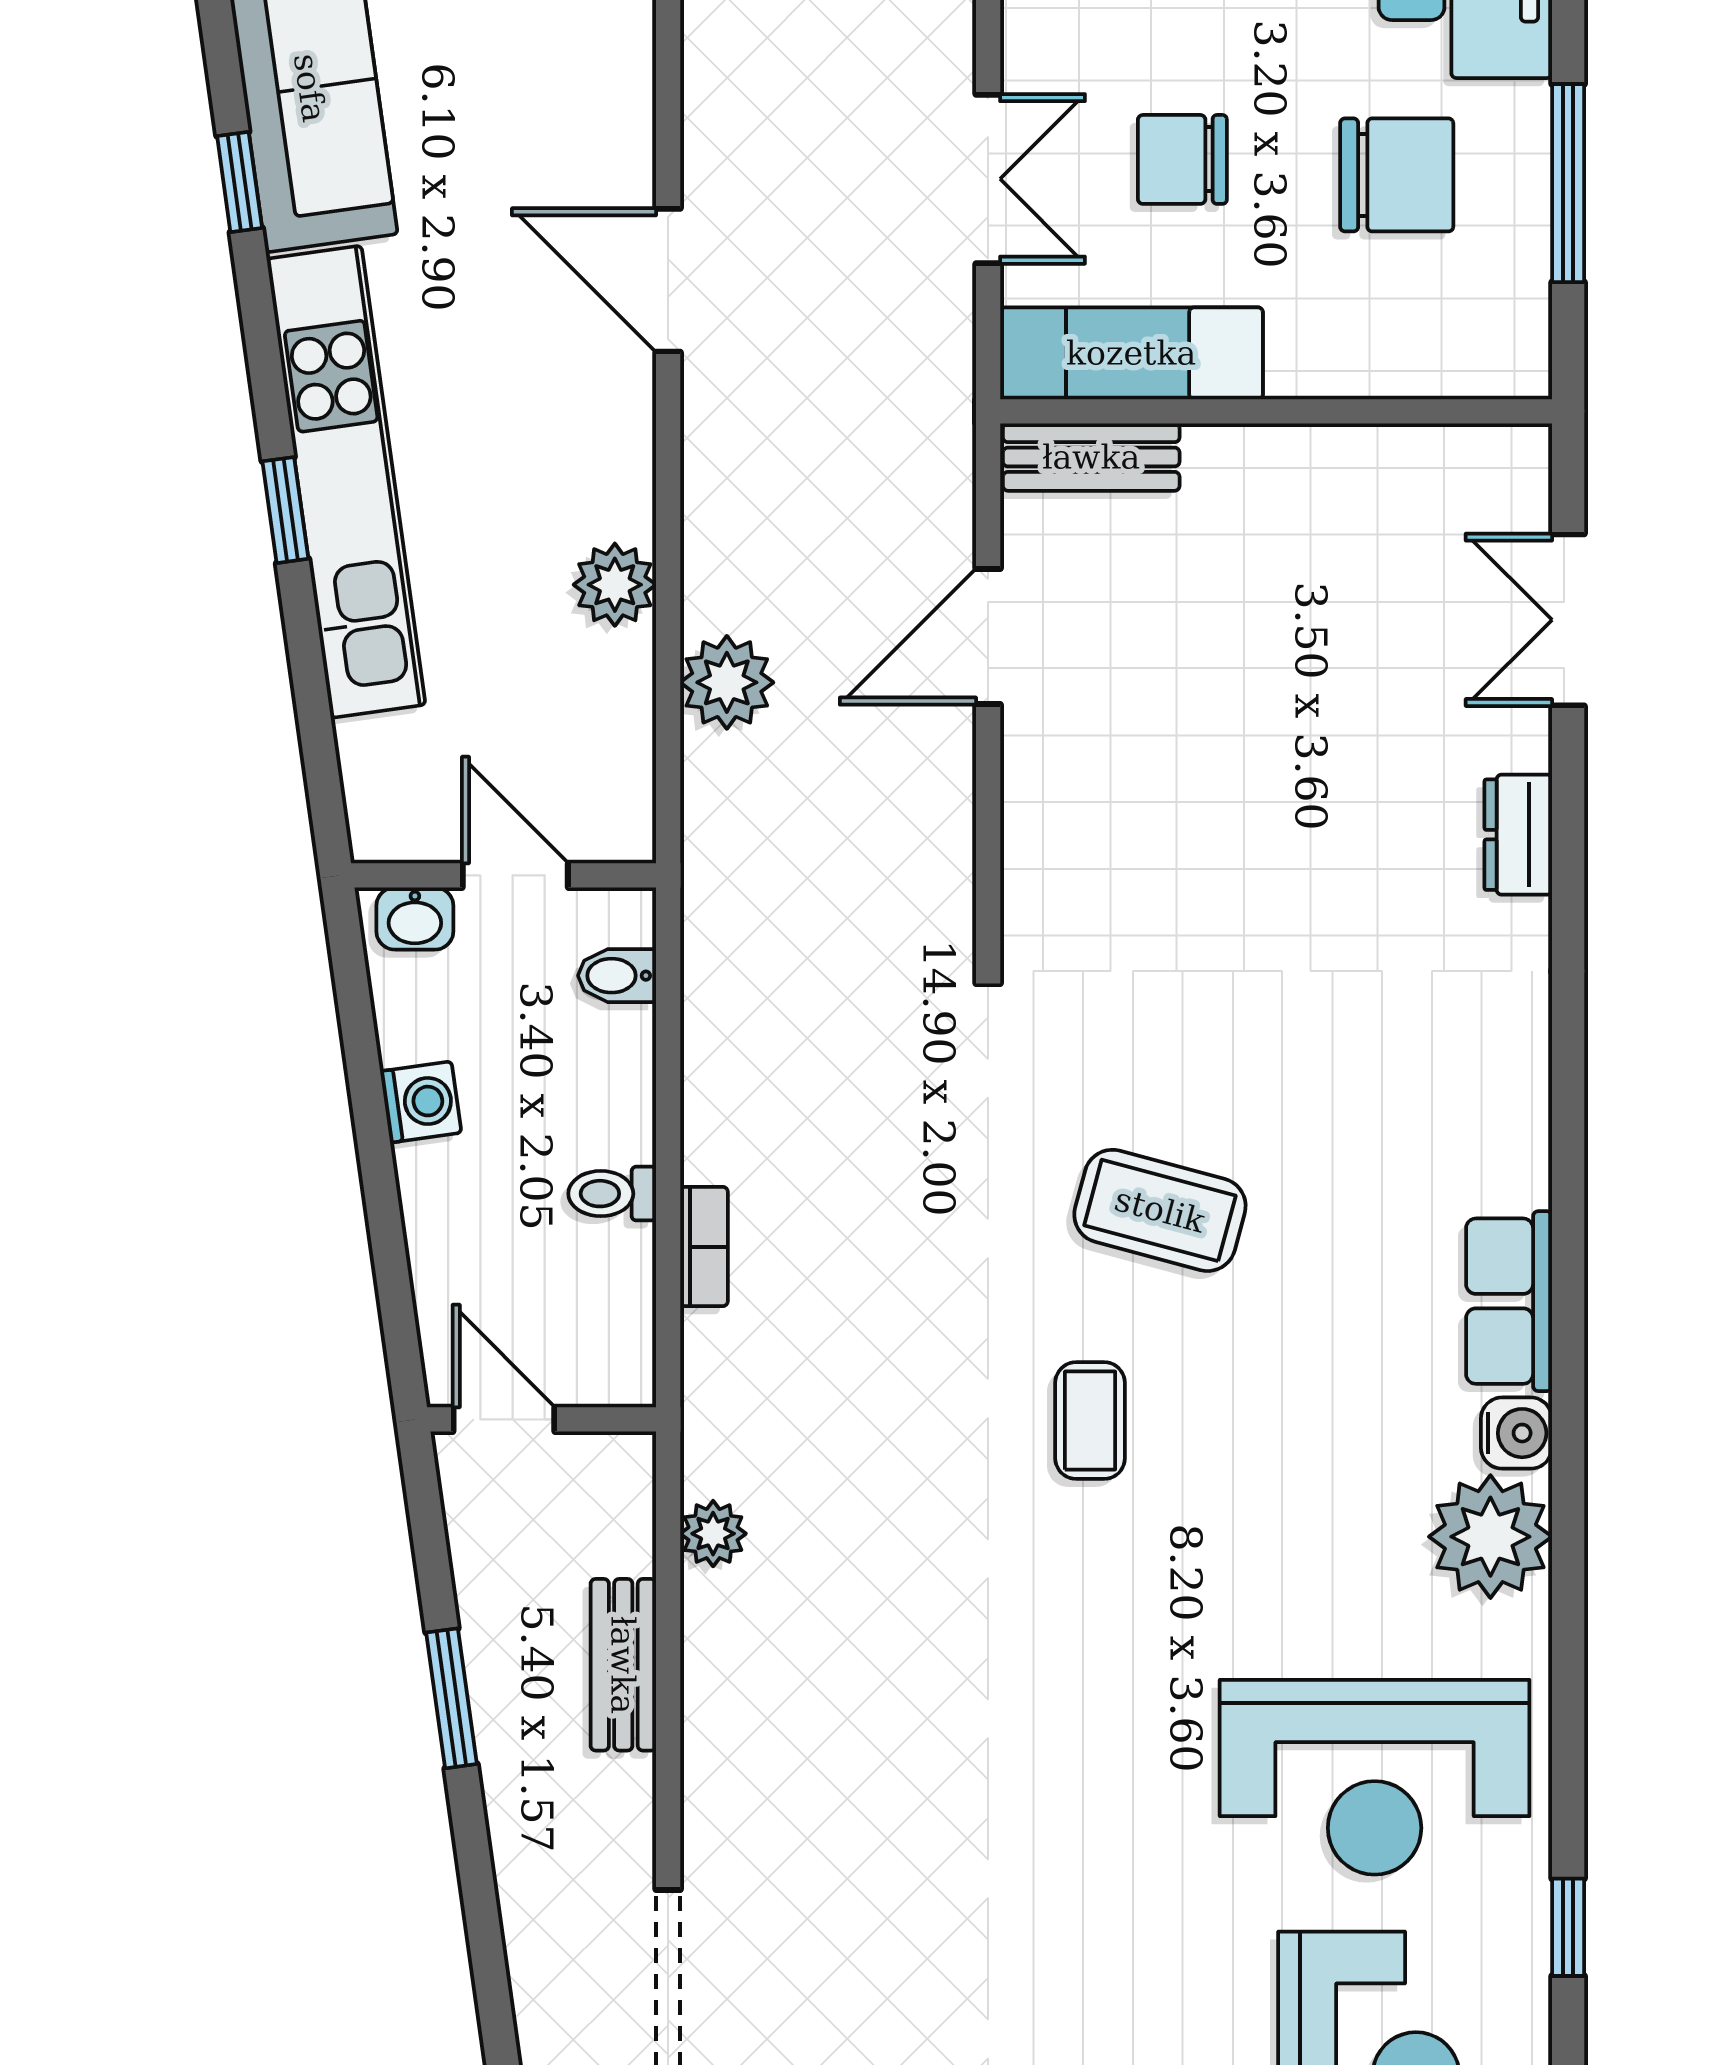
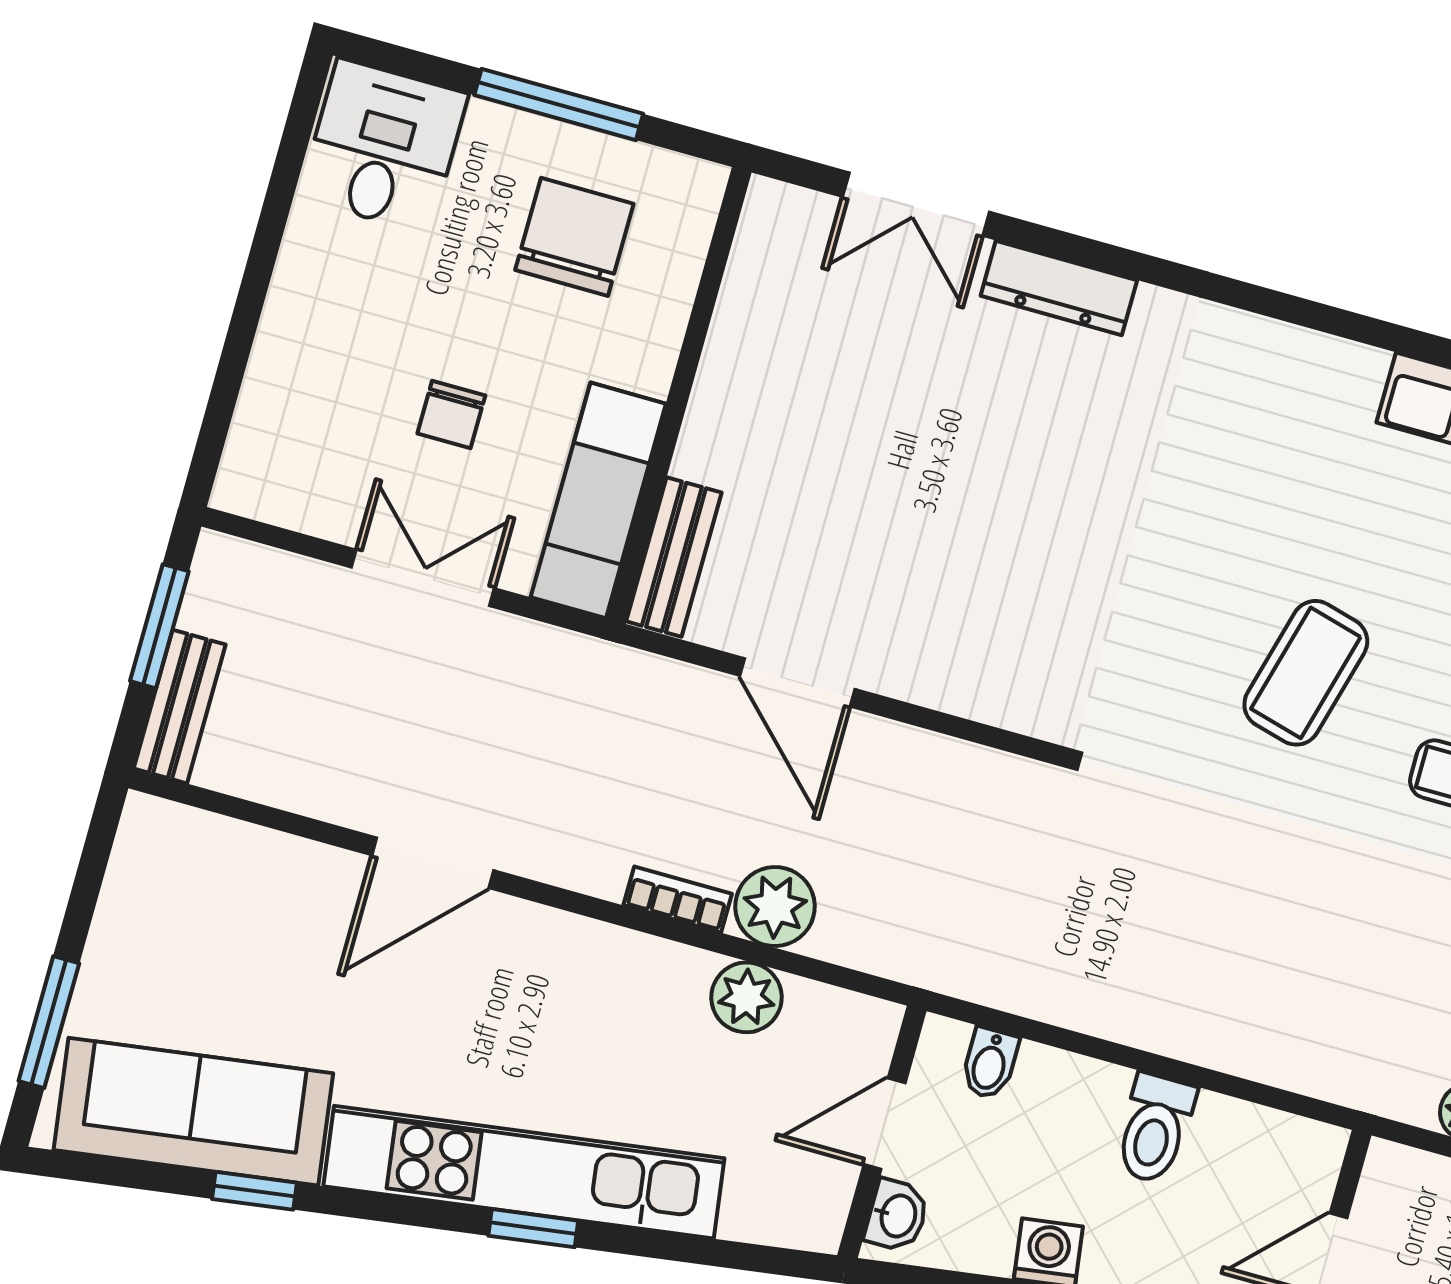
chair: (1182, 159) -> (451, 415), width x0.73, depth x0.73
chair: (1397, 175) -> (574, 237), moved
plant: (615, 585) -> (746, 997), moved
dresser: (1518, 835) -> (1059, 288), width x1.44
toilet: (612, 1194) -> (1155, 1129), width x1.37, depth x1.39
bookcase: (704, 1247) -> (678, 899), moved

